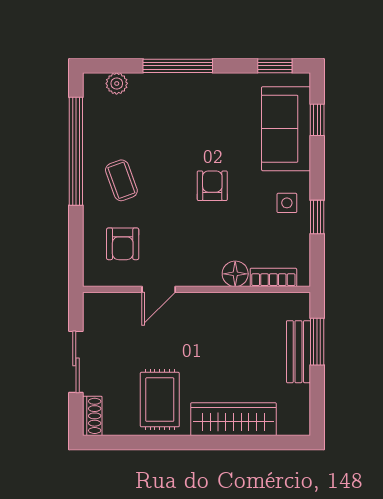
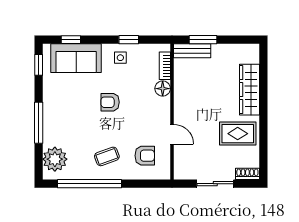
plant: (117, 83) -> (55, 159), width x1.87, depth x1.87
bench: (298, 352) -> (192, 51), moved

